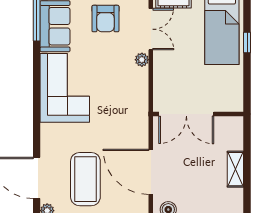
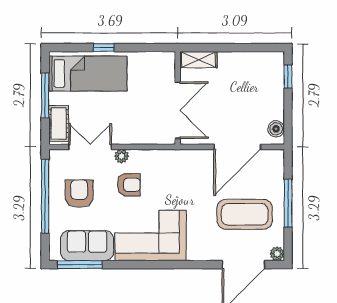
armchair: (105, 19) -> (79, 194), turned -90
armchair: (114, 67) -> (129, 185), added
shelving: (235, 169) -> (198, 60), moved

